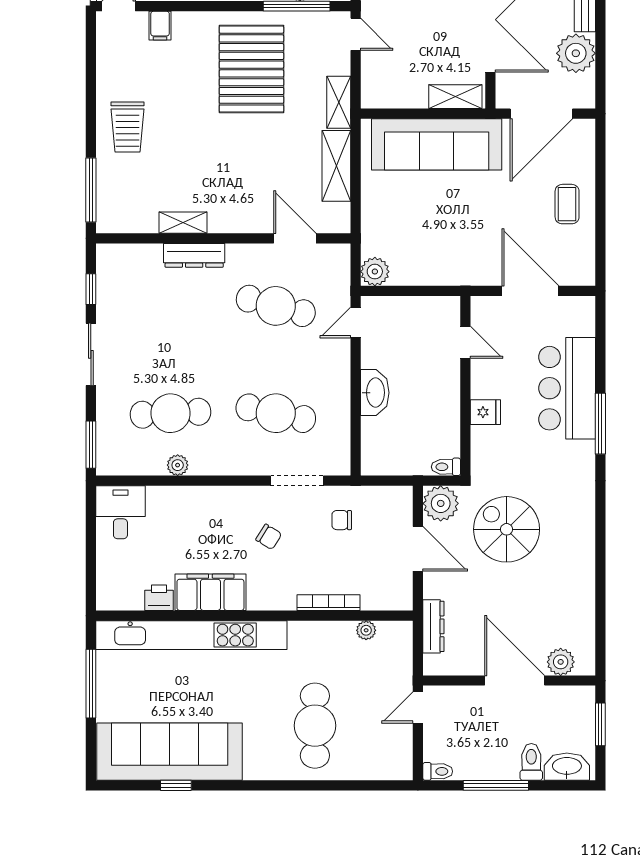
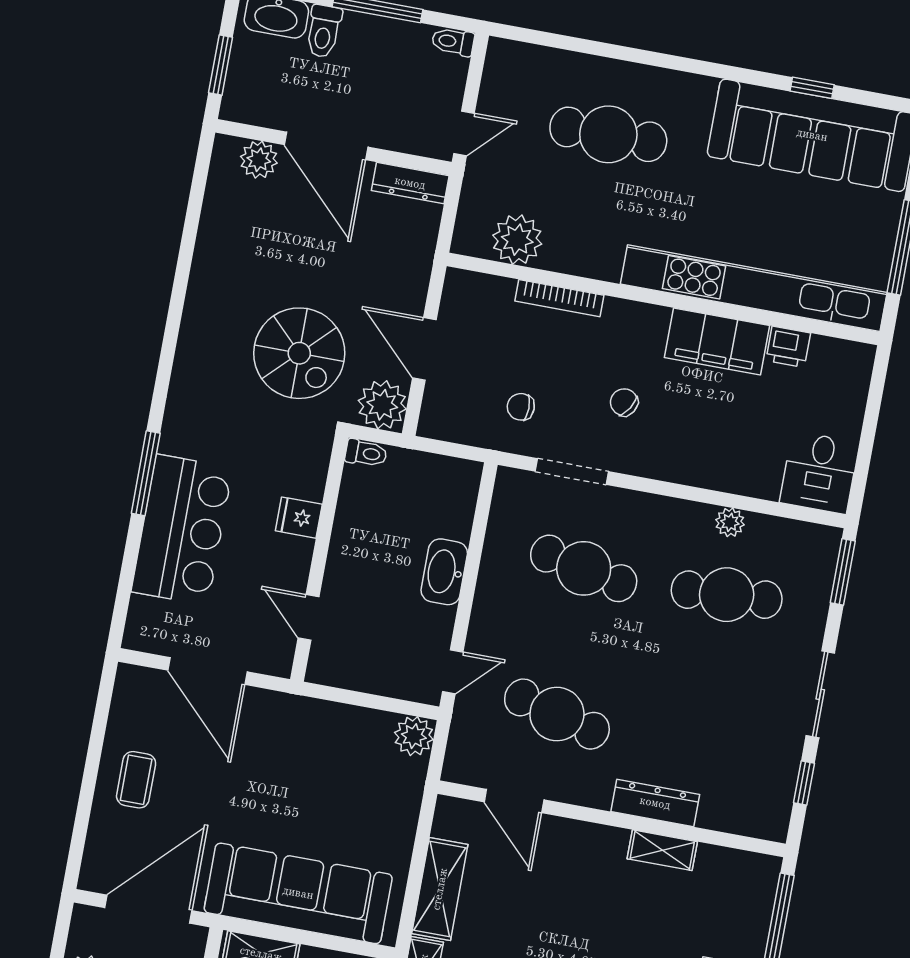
chair: (342, 520) -> (521, 407), turned 180
dresser: (433, 626) -> (410, 183), moved, turned -90
plant: (366, 630) -> (517, 240), width x1.88, depth x1.88
cafe table: (315, 726) -> (608, 134), turned 90

